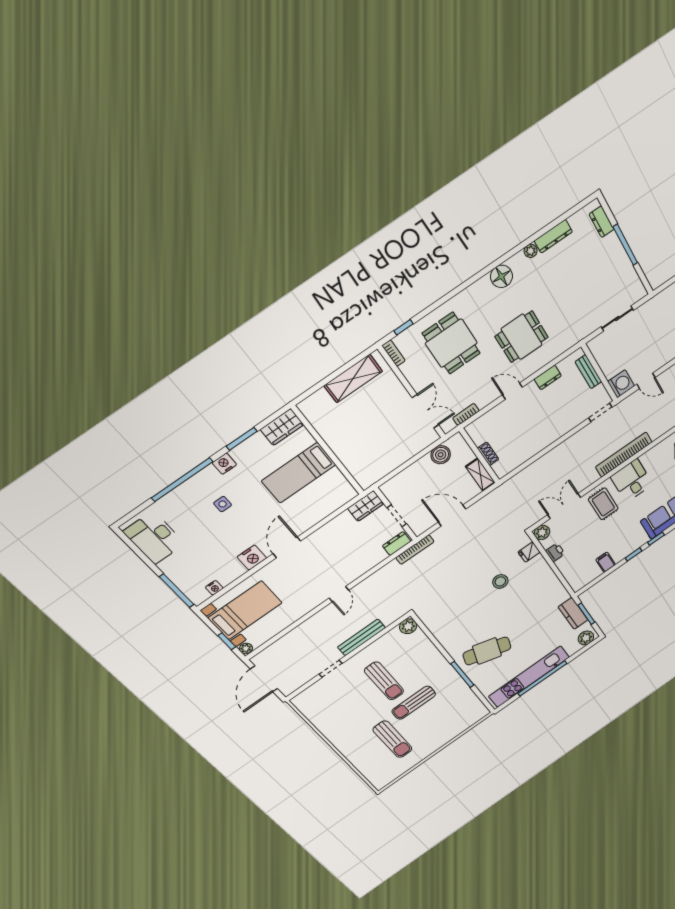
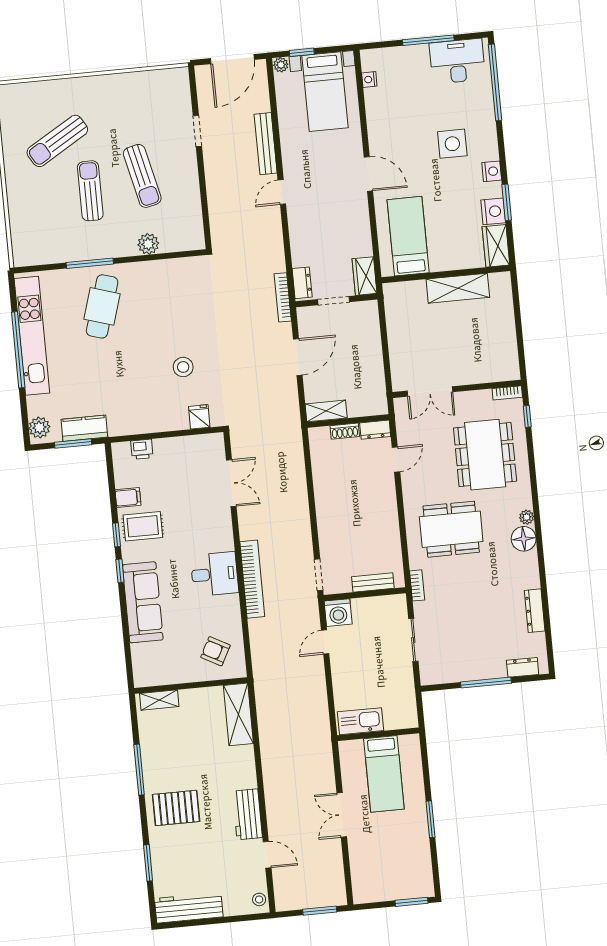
plant: (531, 251) -> (527, 517), moved
dining table: (522, 337) -> (451, 529), width x1.38
dining table: (451, 343) -> (485, 455), width x1.38
dresser: (548, 377) -> (375, 430), moved, turned -90
shelving: (353, 378) -> (458, 288), moved, turned 90
door: (512, 391) -> (396, 459), moved
bookcase: (466, 414) -> (417, 585), moved
boiler: (441, 455) -> (374, 382), removed
bed: (299, 473) -> (408, 236), moved
window: (182, 480) -> (495, 82), moved
side table: (223, 504) -> (452, 144), width x1.87, depth x1.87
rug: (603, 504) -> (143, 526), moved
plant: (542, 533) -> (214, 443), removed
printer: (555, 552) -> (142, 449), moved
nightstand: (252, 558) -> (493, 211), moved, turned 180
window: (177, 591) -> (428, 40), moved
door: (339, 594) -> (282, 192), hinge flipped
plant: (408, 626) -> (148, 244), moved
bench: (361, 637) -> (266, 144), moved
door: (264, 679) -> (232, 59), swing flipped
sun lounger: (384, 681) -> (142, 176), turned -103
sun lounger: (393, 739) -> (57, 141), turned -31

